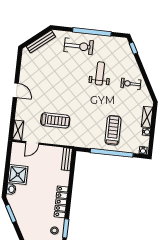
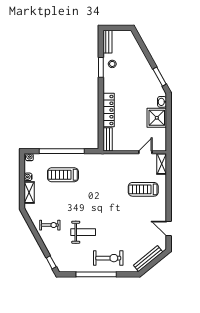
exercise bike: (79, 46) -> (108, 258), turned 180
weight bench: (100, 73) -> (83, 232), turned -90
door: (16, 90) -> (169, 228), moved
treadmill: (55, 120) -> (143, 189), moved
treadmill: (113, 130) -> (63, 175), turned 90
locker: (61, 202) -> (109, 110), moved

